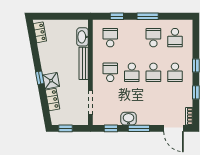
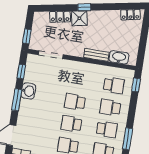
window: (117, 16) -> (136, 85), moved
window: (148, 16) -> (128, 139), moved
bench: (84, 63) -> (96, 55), width x0.73
school desk: (110, 72) -> (110, 107), moved, turned 180
window: (65, 128) -> (27, 36), moved

